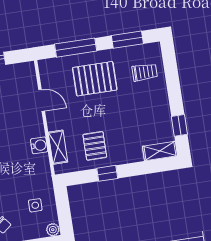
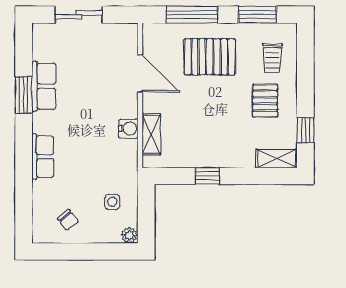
trolley: (145, 72) -> (273, 58), turned 90
door: (42, 100) -> (140, 73), width x1.38
pallet: (95, 146) -> (265, 101), moved

